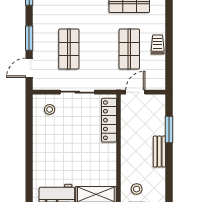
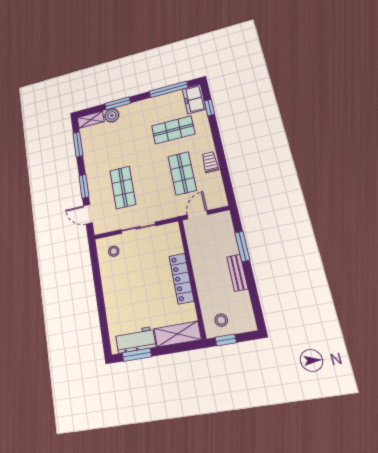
door: (29, 68) -> (88, 214), hinge flipped
locker: (109, 120) -> (181, 278), moved

